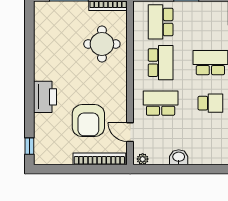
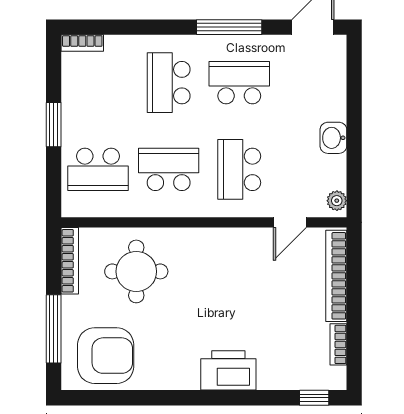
school desk: (210, 103) -> (239, 83), width x1.85
armchair: (88, 121) -> (106, 356), moved
bookcase: (60, 160) -> (338, 344), added

